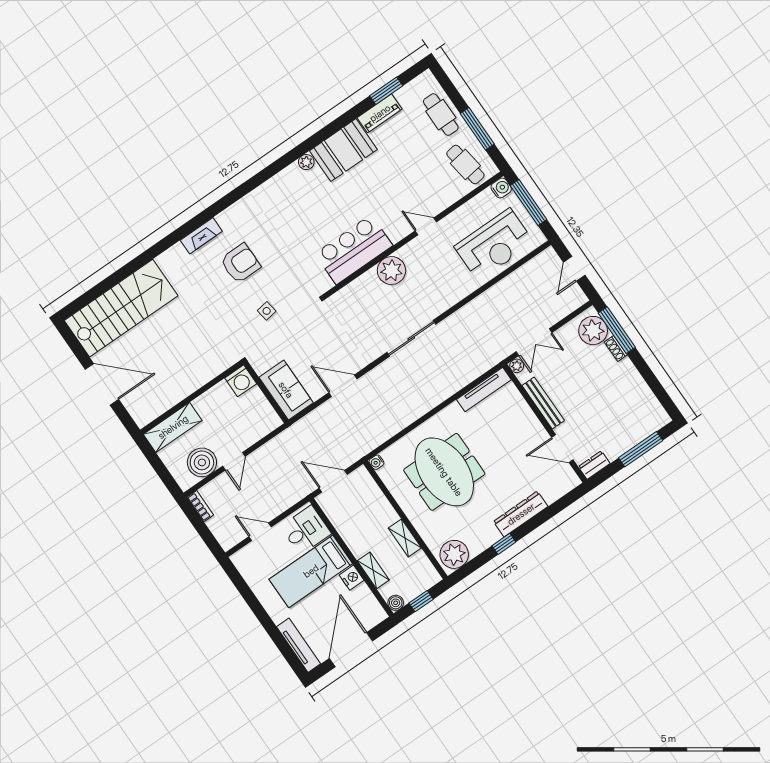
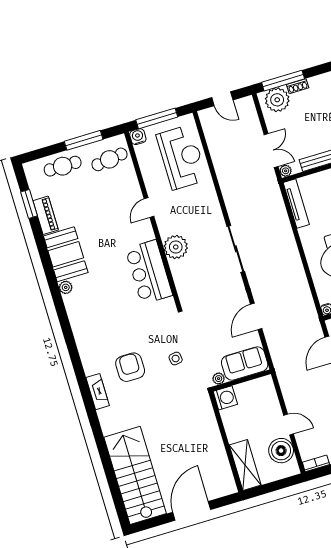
plant: (260, 366) -> (219, 379), added

